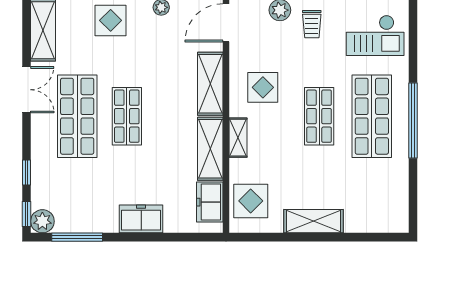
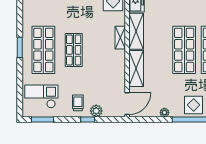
display table: (263, 87) -> (106, 66), removed
shop shelf: (127, 116) -> (184, 50), width x1.43, depth x1.36
window: (413, 120) -> (20, 47), width x0.47

